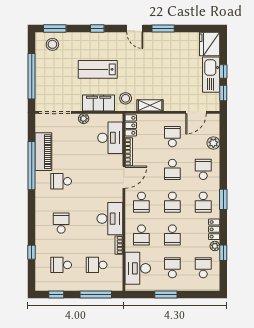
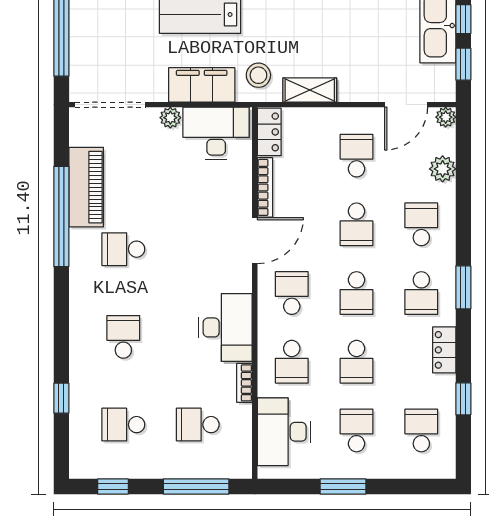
desk: (110, 138) -> (216, 133), moved, turned -90
school desk: (141, 202) -> (292, 293), turned 180
plant: (215, 246) -> (446, 117), moved

